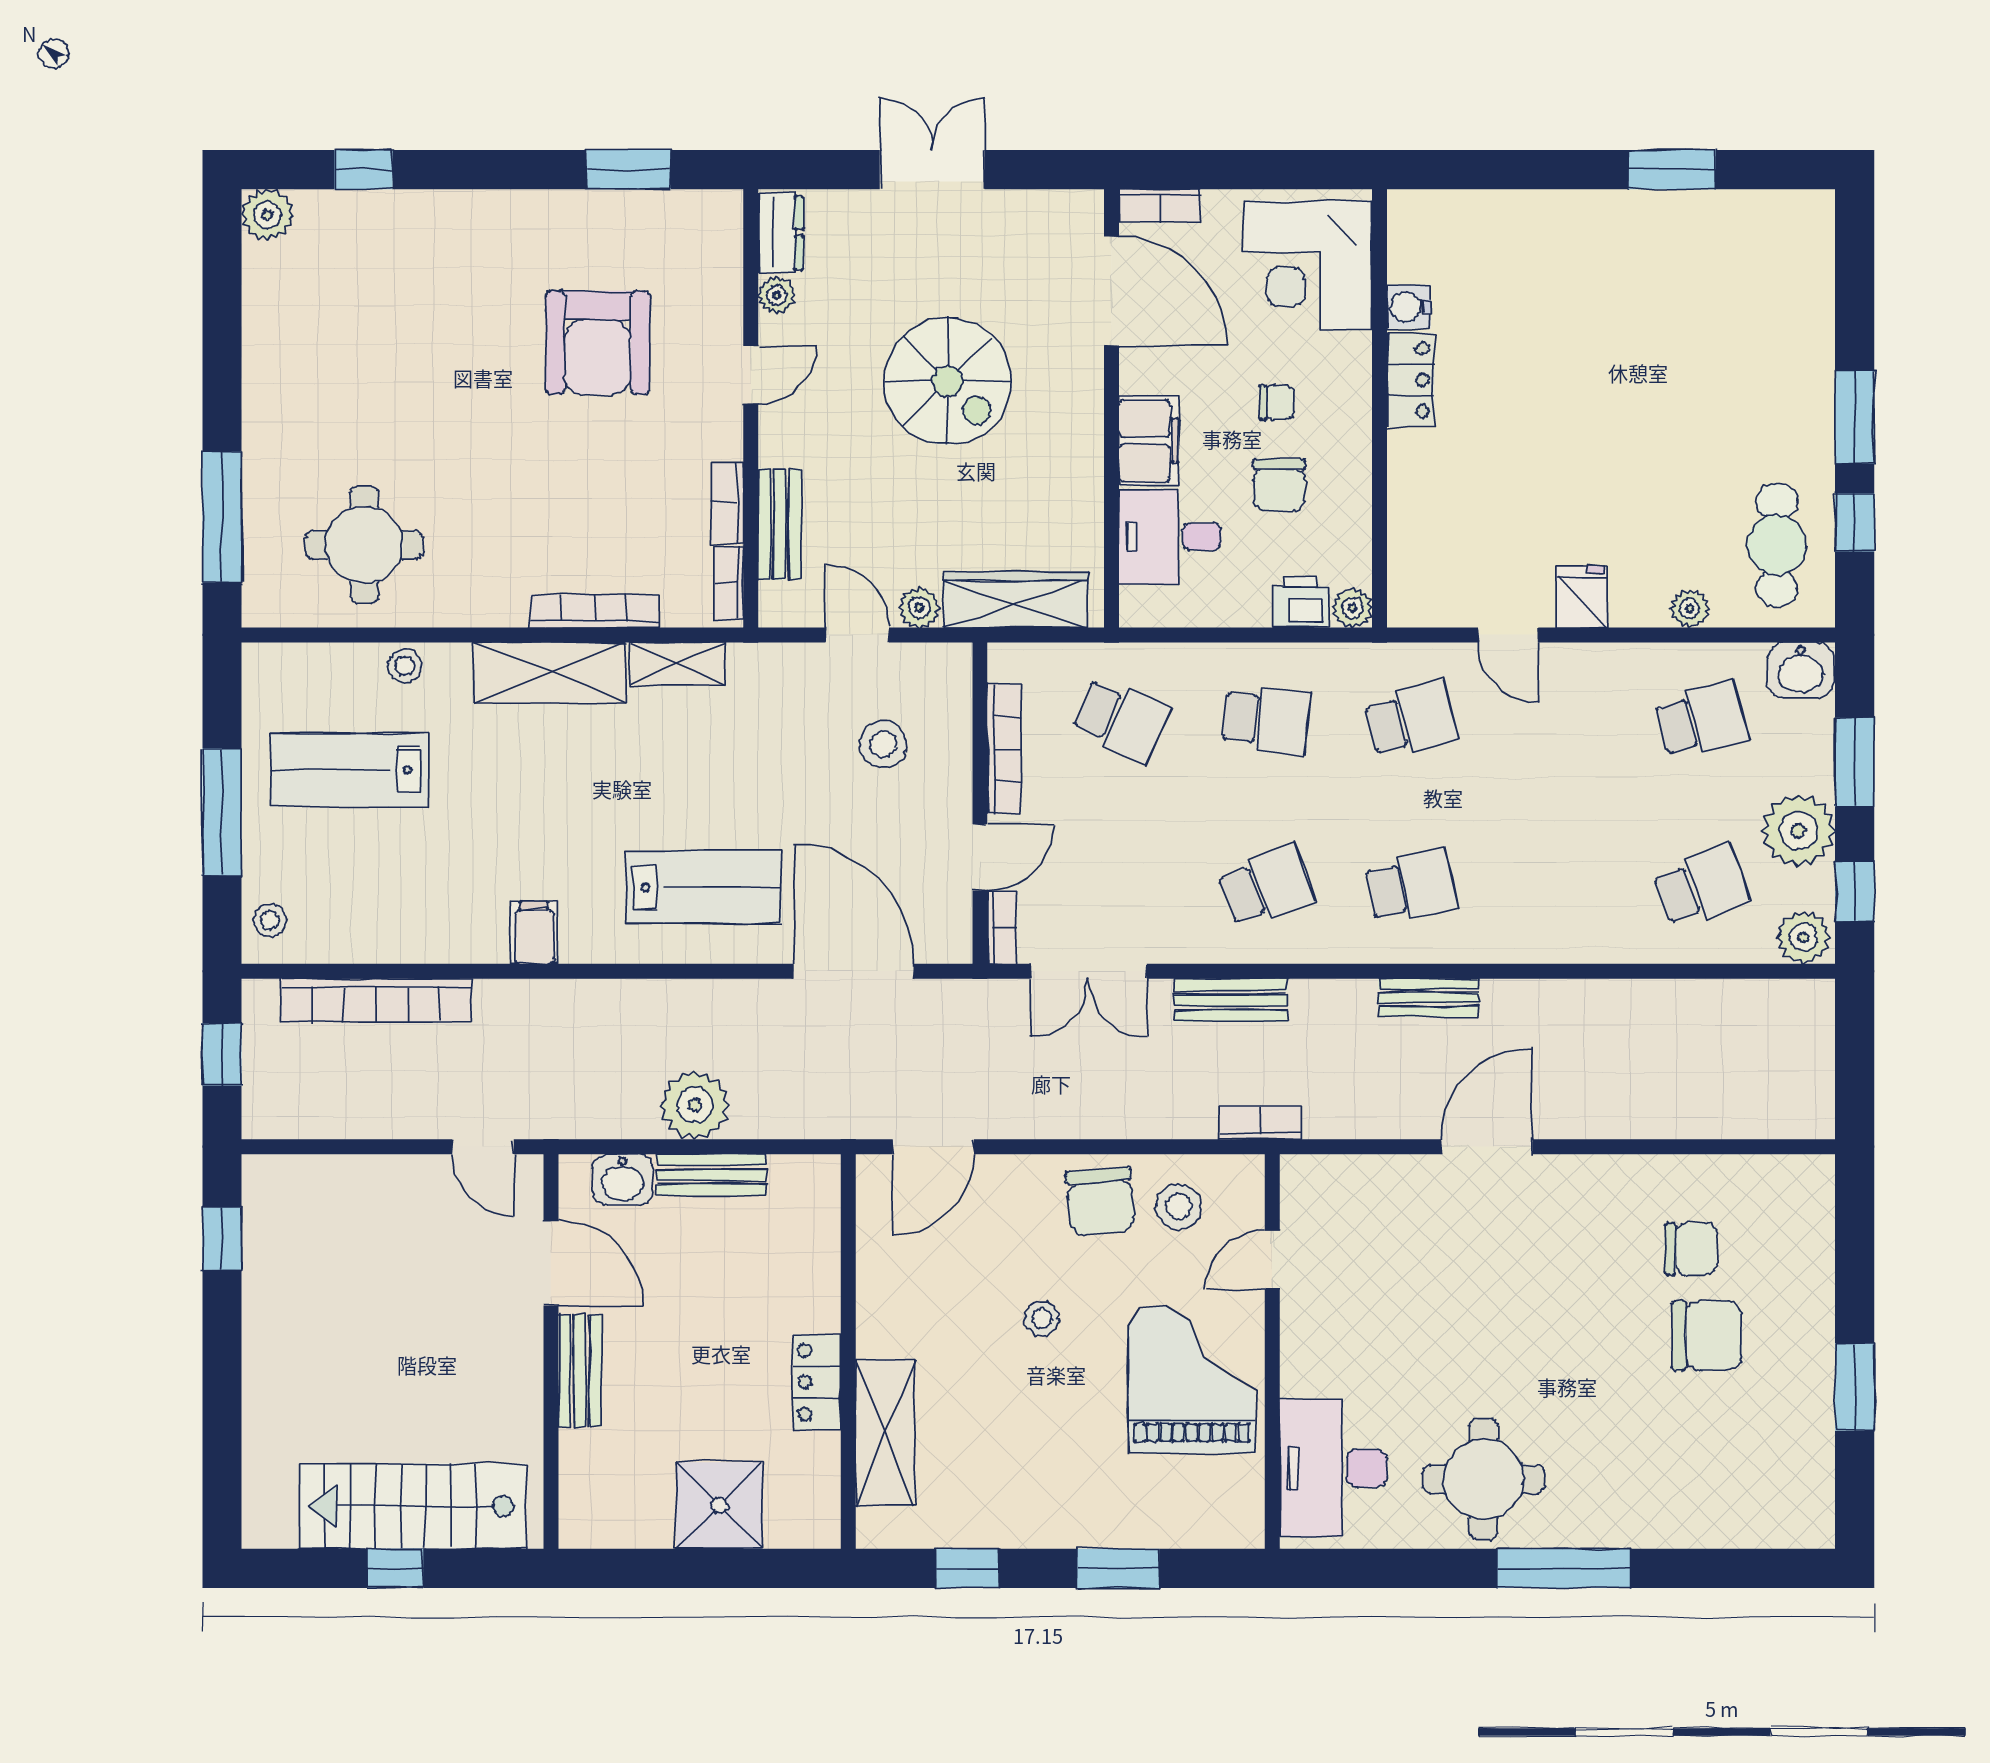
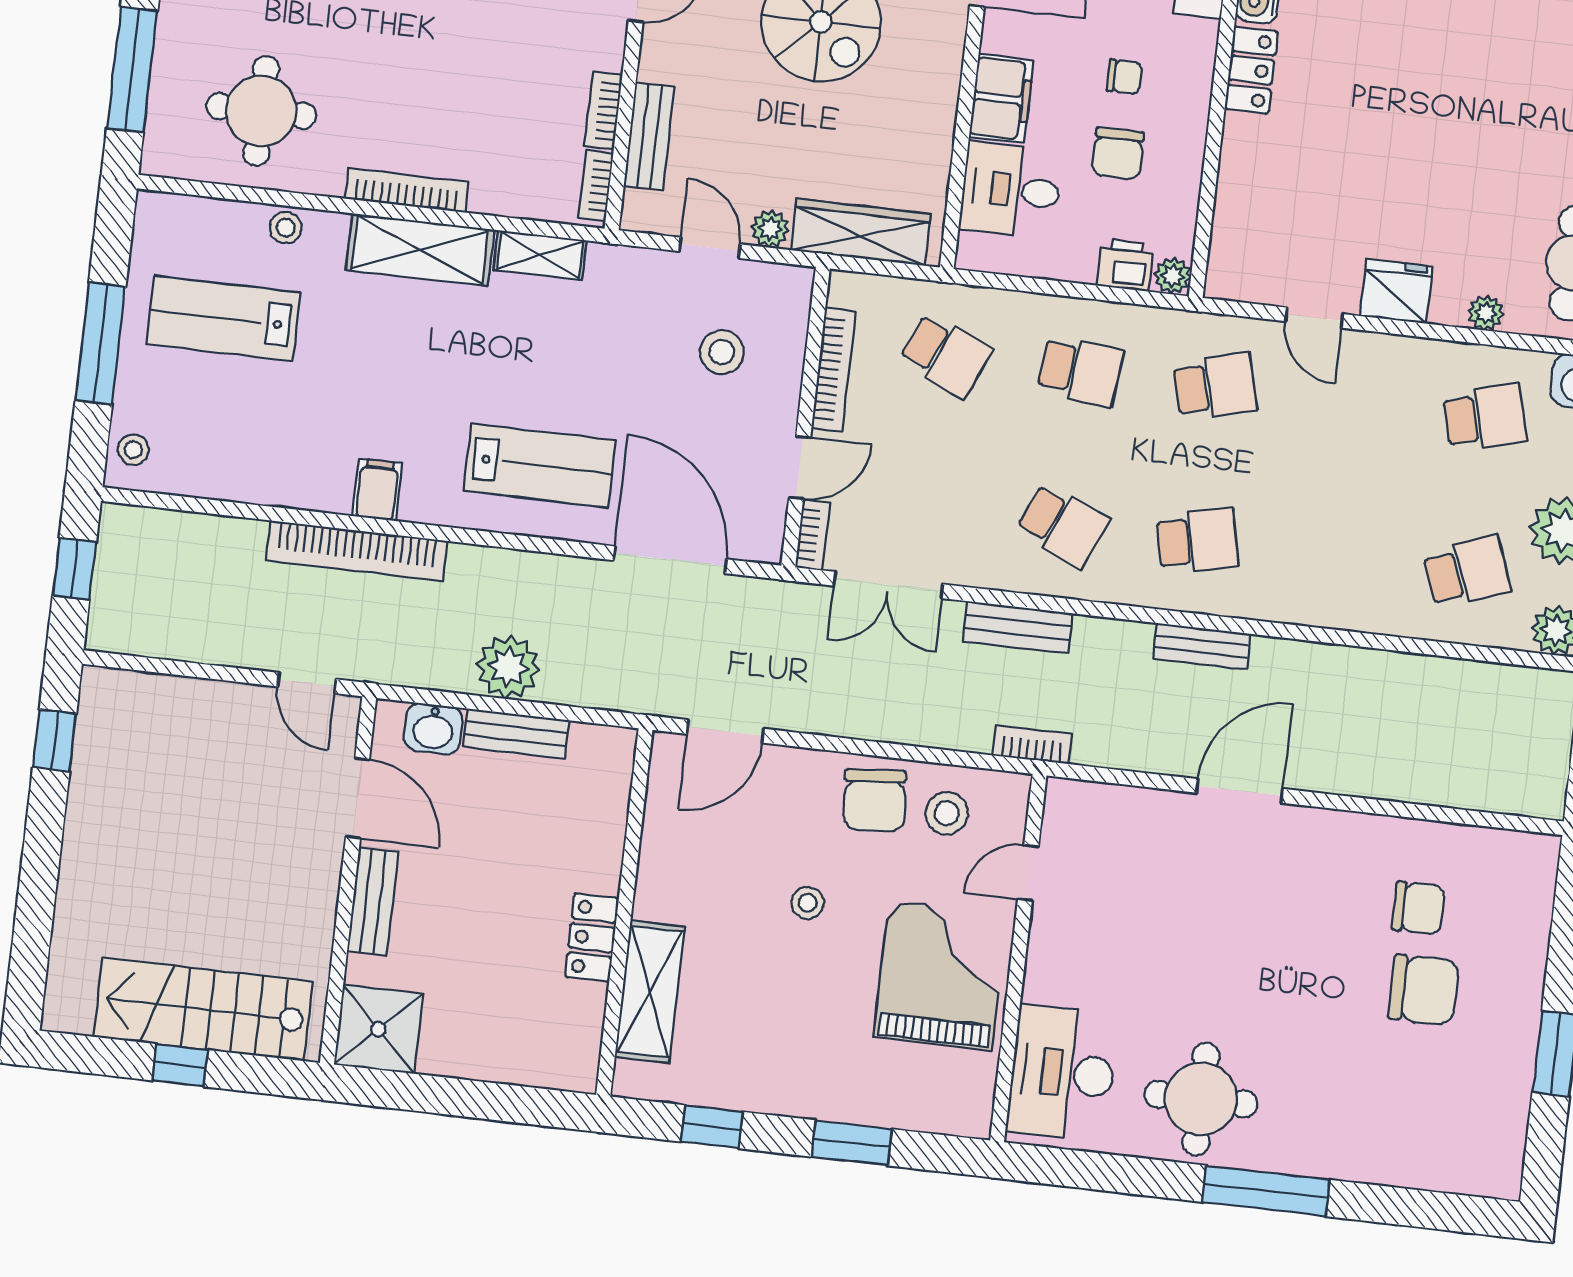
fridge: (1582, 597) -> (1396, 291), width x1.38
bookcase: (594, 611) -> (407, 190), moved
school desk: (1266, 886) -> (1063, 525), turned 45
bookcase: (376, 1000) -> (357, 551), moved
shower: (719, 1506) -> (378, 1029), moved

